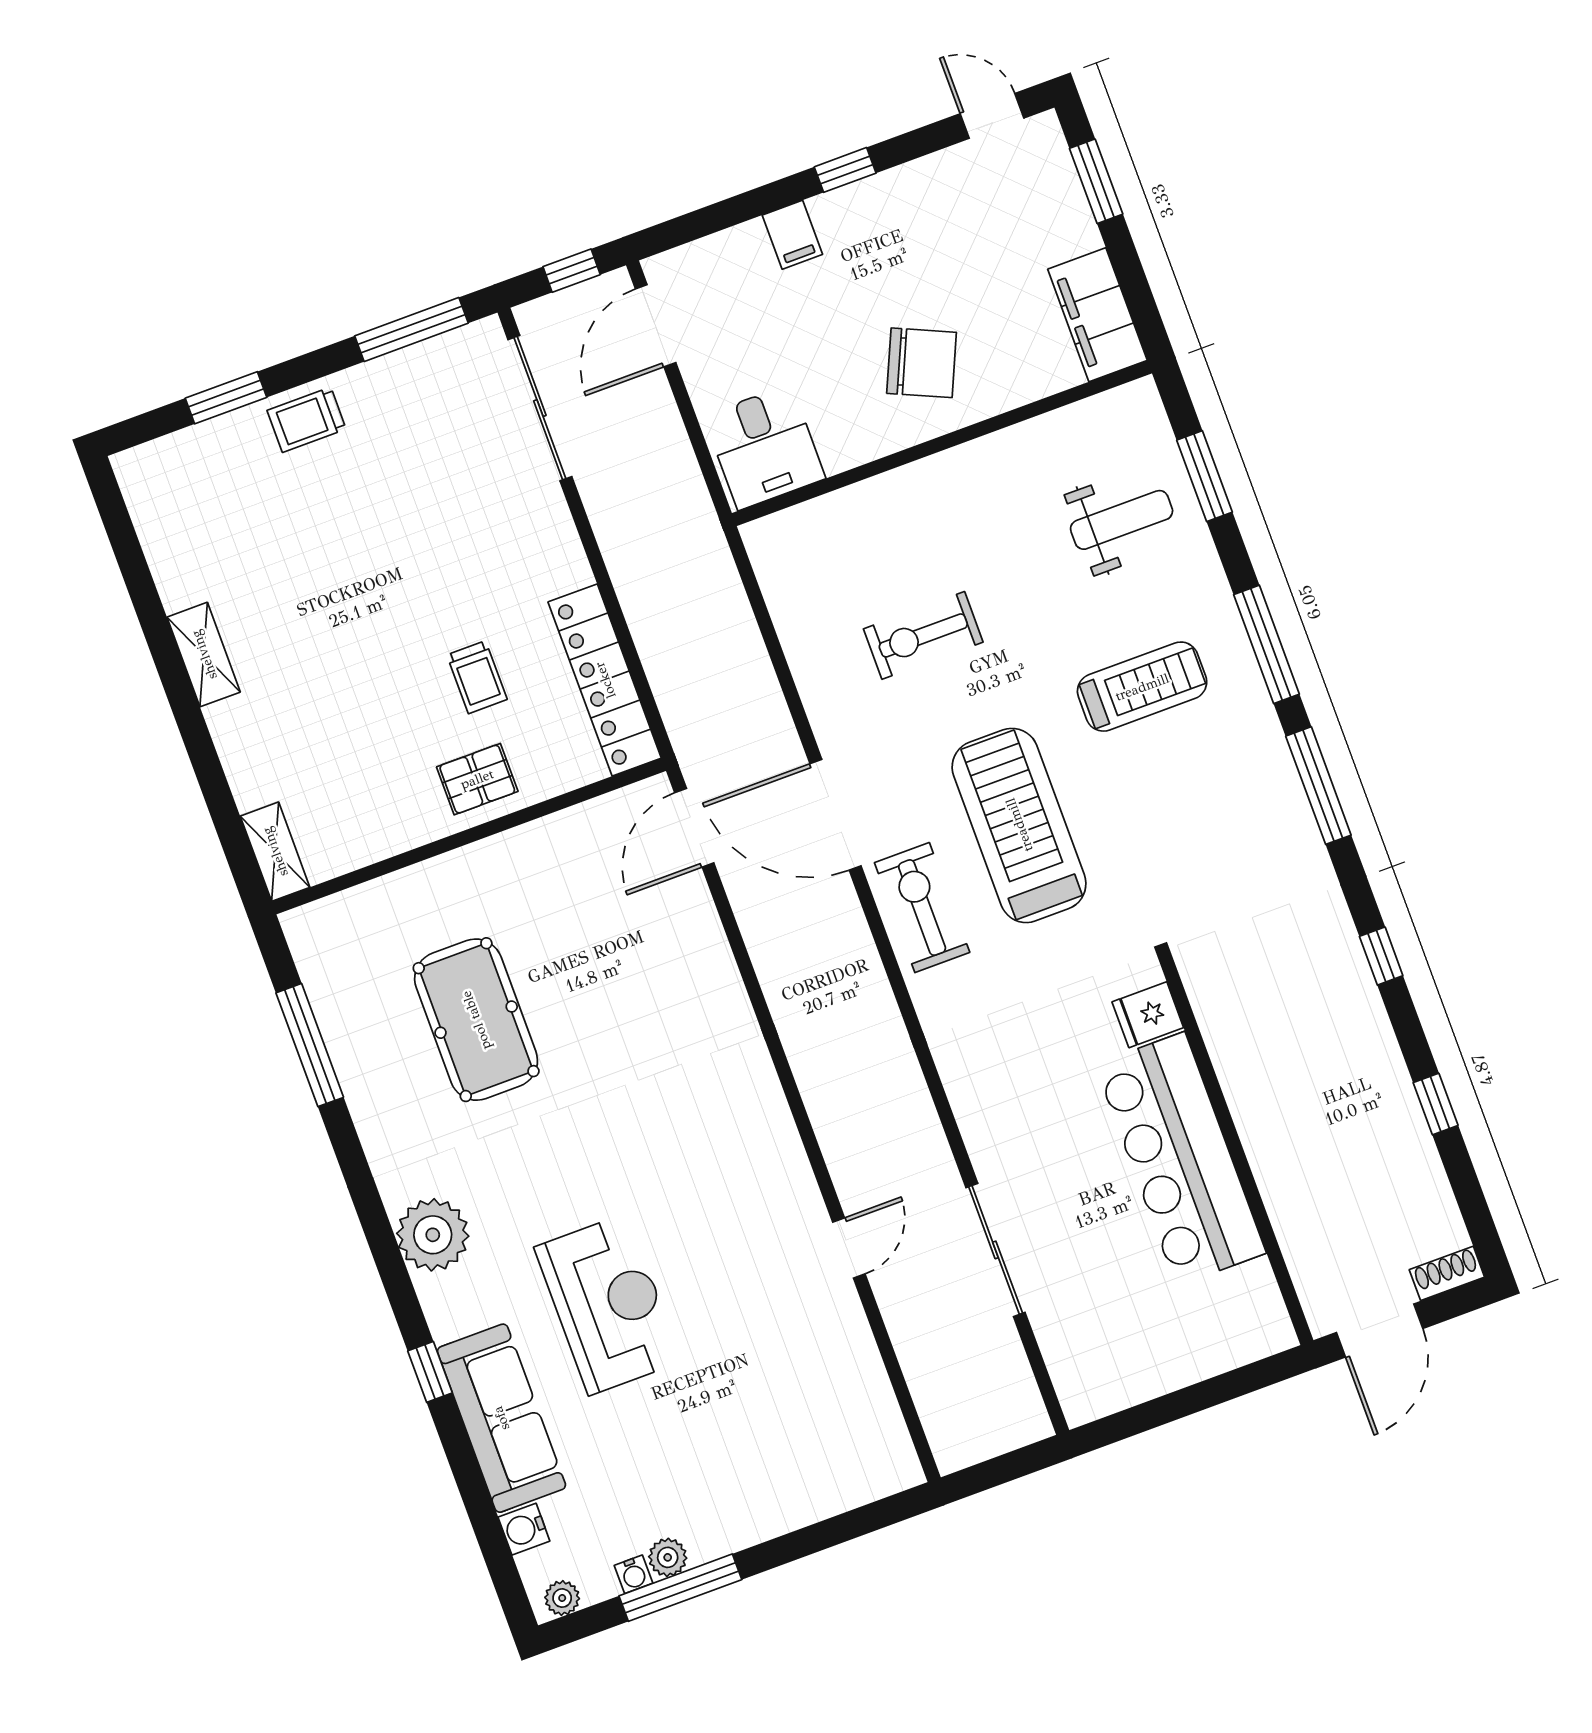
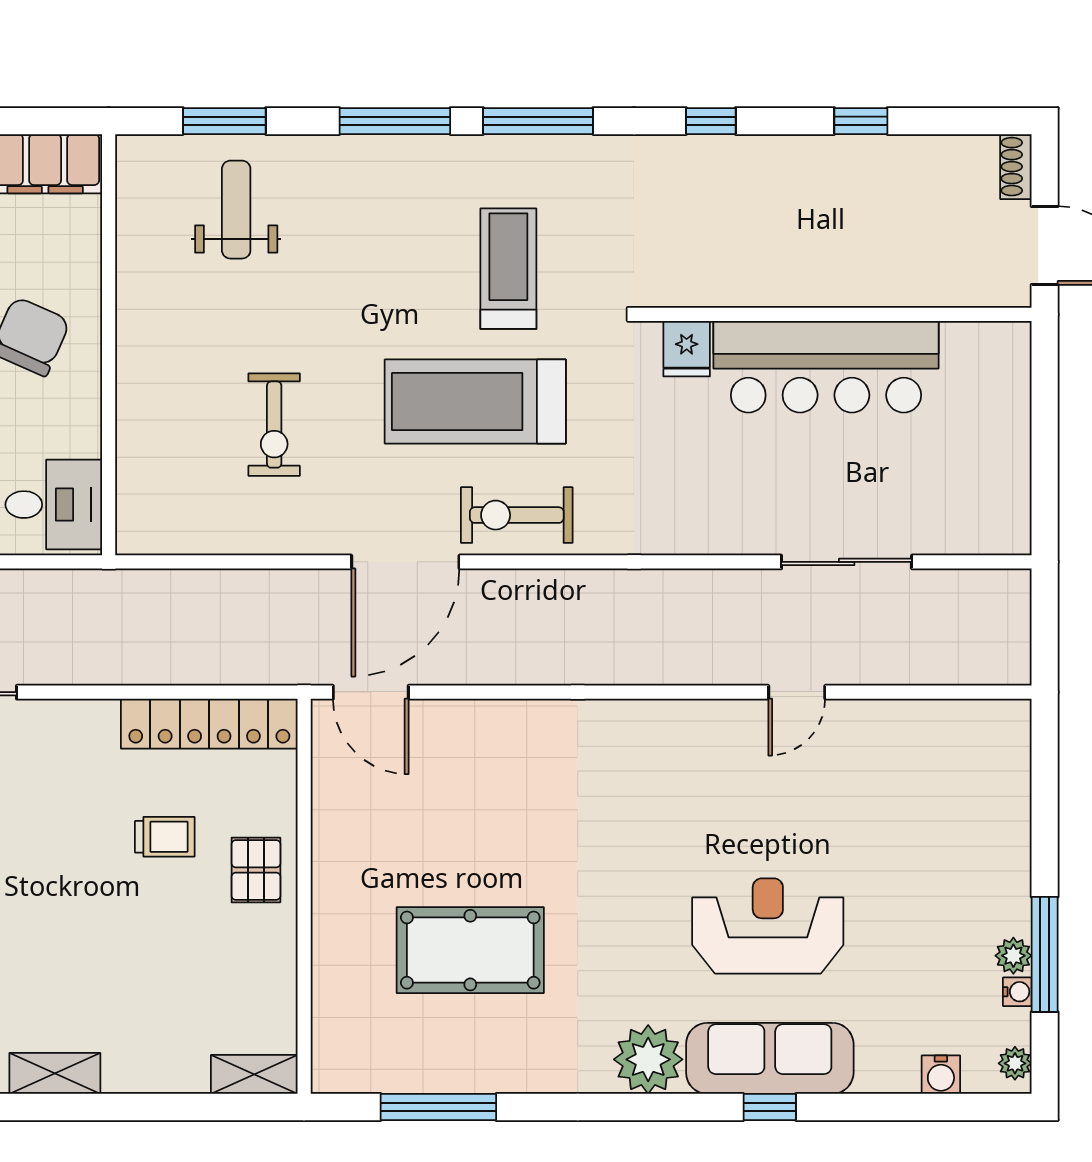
treadmill: (1142, 687) -> (508, 269), moved
door: (849, 1248) -> (797, 692), swing flipped
sofa: (501, 1418) -> (770, 1058), moved

